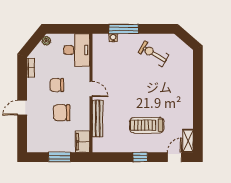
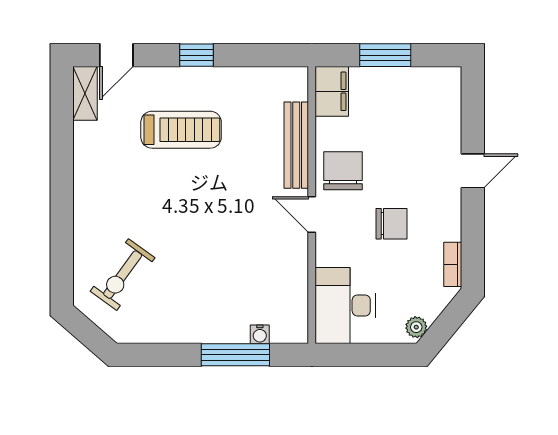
exercise bike: (153, 54) -> (123, 275), moved, turned 95
chair: (62, 113) -> (343, 171), moved, turned -90

